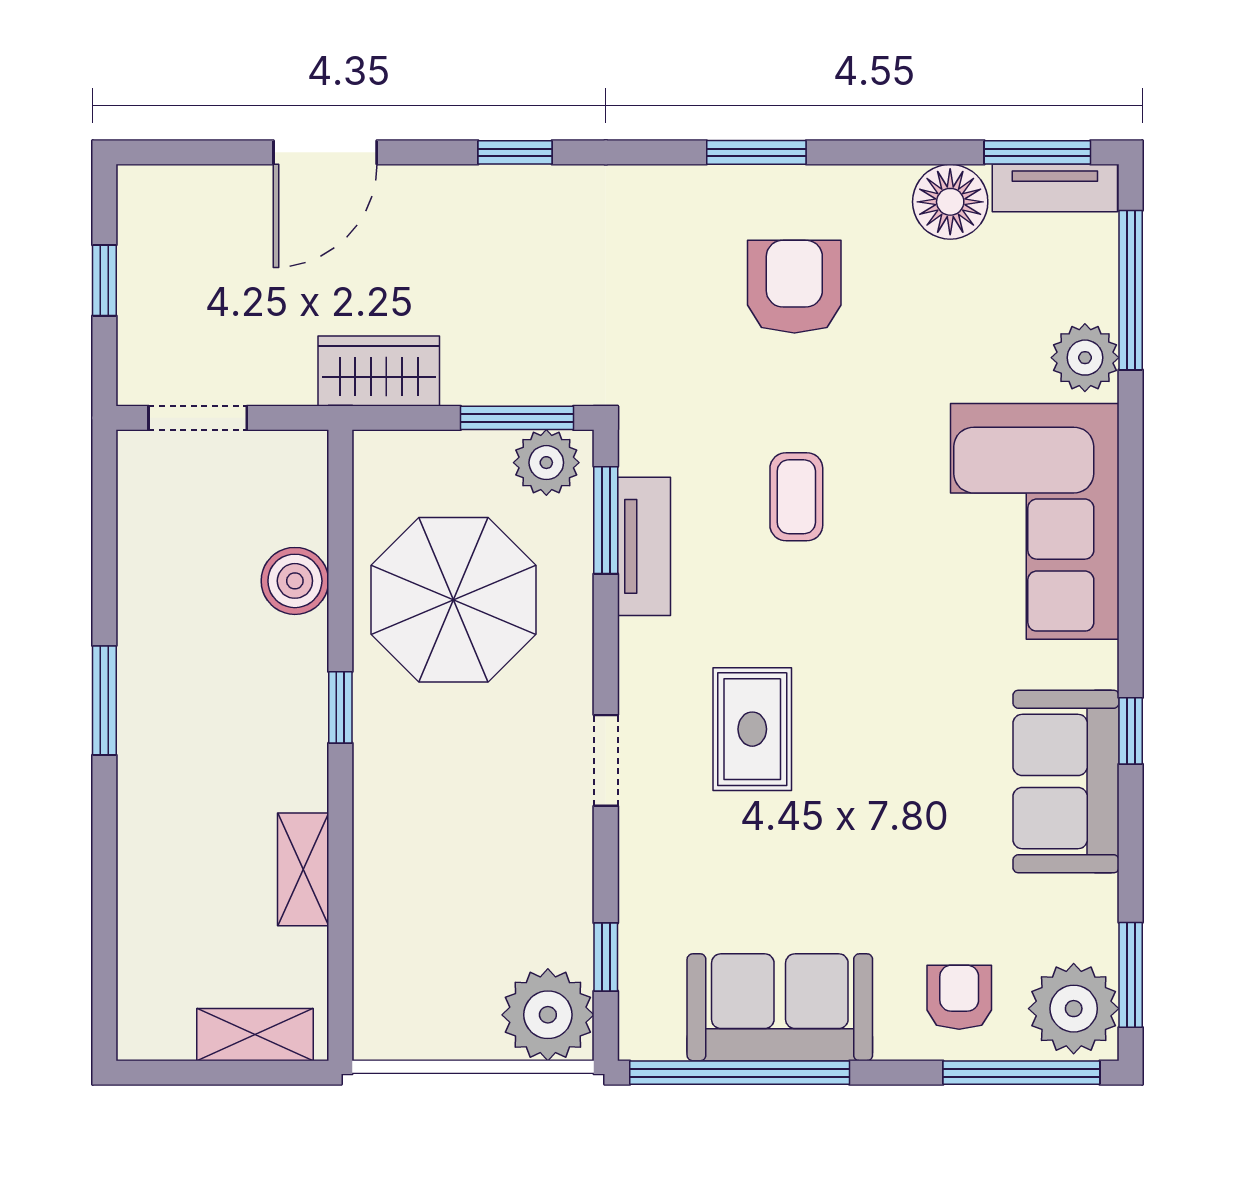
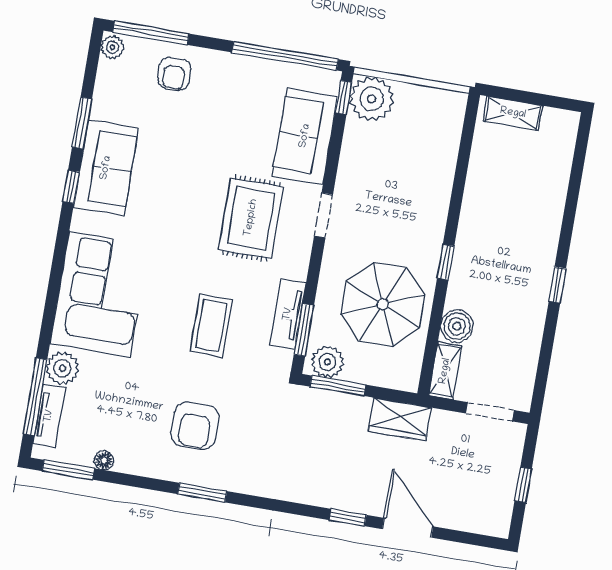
door: (325, 152) -> (408, 528), hinge flipped
window: (515, 152) -> (348, 518), moved
tv unit: (1055, 188) -> (49, 416), moved, turned 90
floor lamp: (950, 202) -> (104, 460), width x0.53, depth x0.53
coffee table: (796, 497) -> (211, 325), width x1.36, depth x1.30
window: (104, 700) -> (557, 285), width x0.67
rug: (752, 729) -> (251, 218), width x1.36, depth x1.43
shelving: (303, 869) -> (445, 371), moved
window: (606, 957) -> (344, 98), moved
window: (1131, 975) -> (82, 123), moved
sofa: (780, 1007) -> (305, 136), moved, turned 90
plant: (1074, 1009) -> (112, 47), width x0.53, depth x0.53

